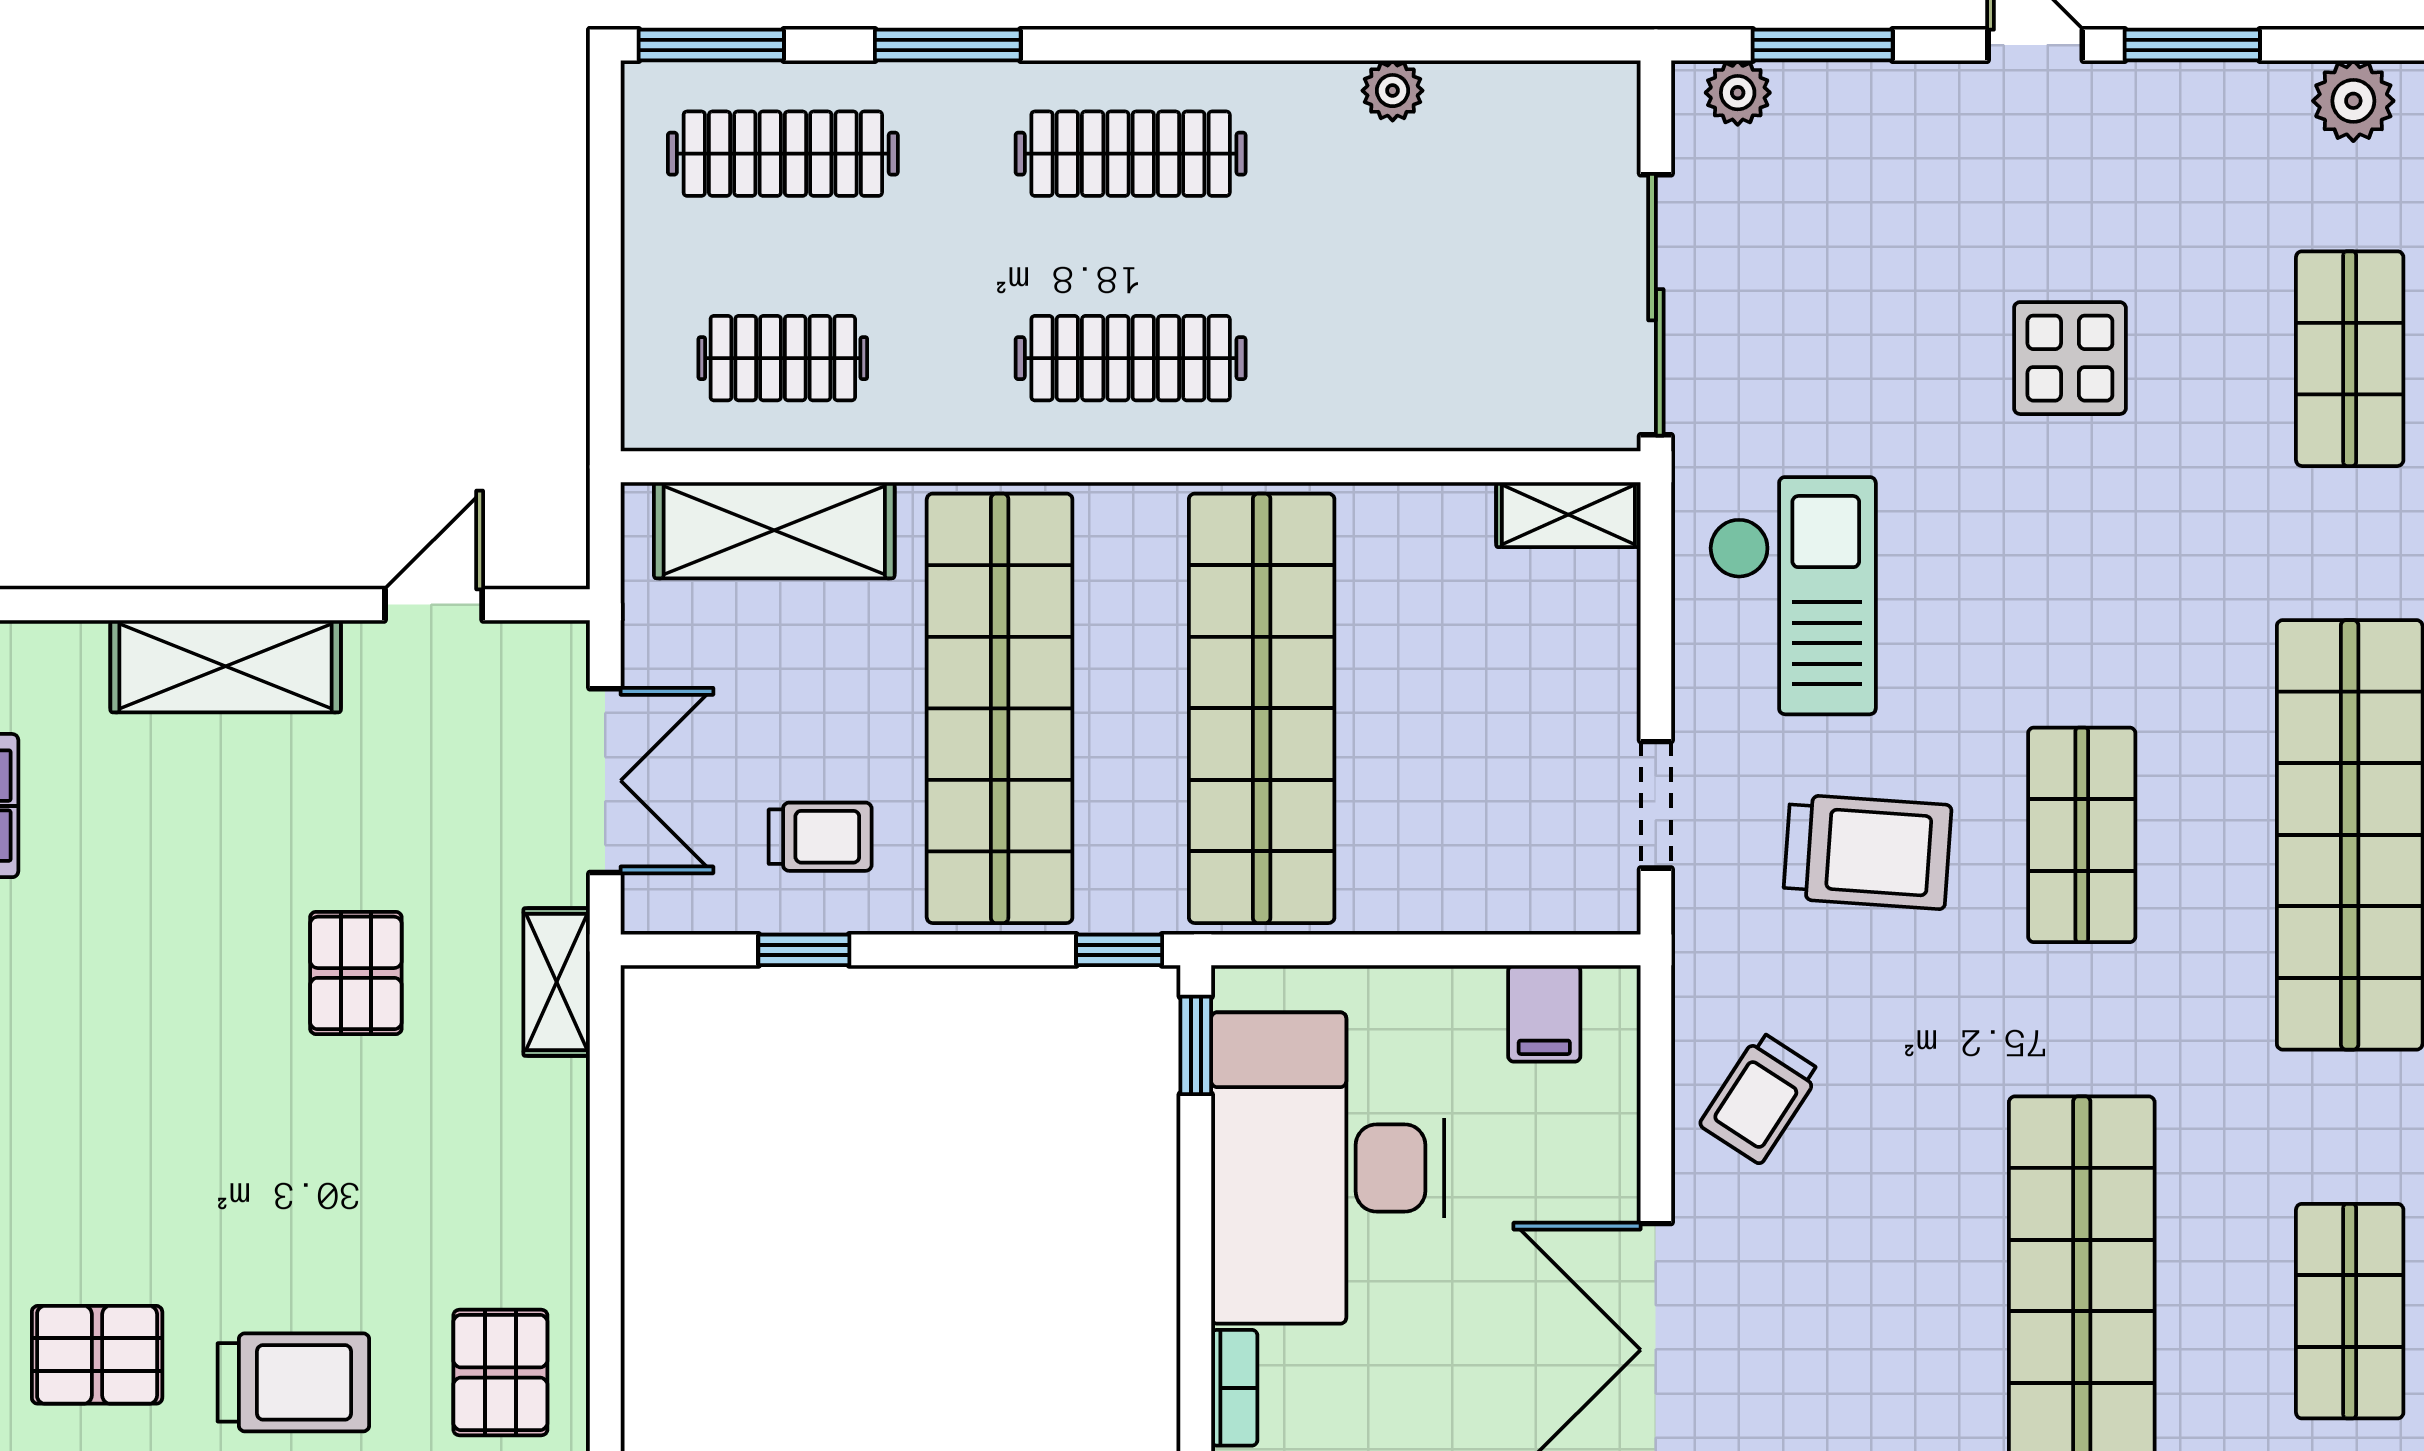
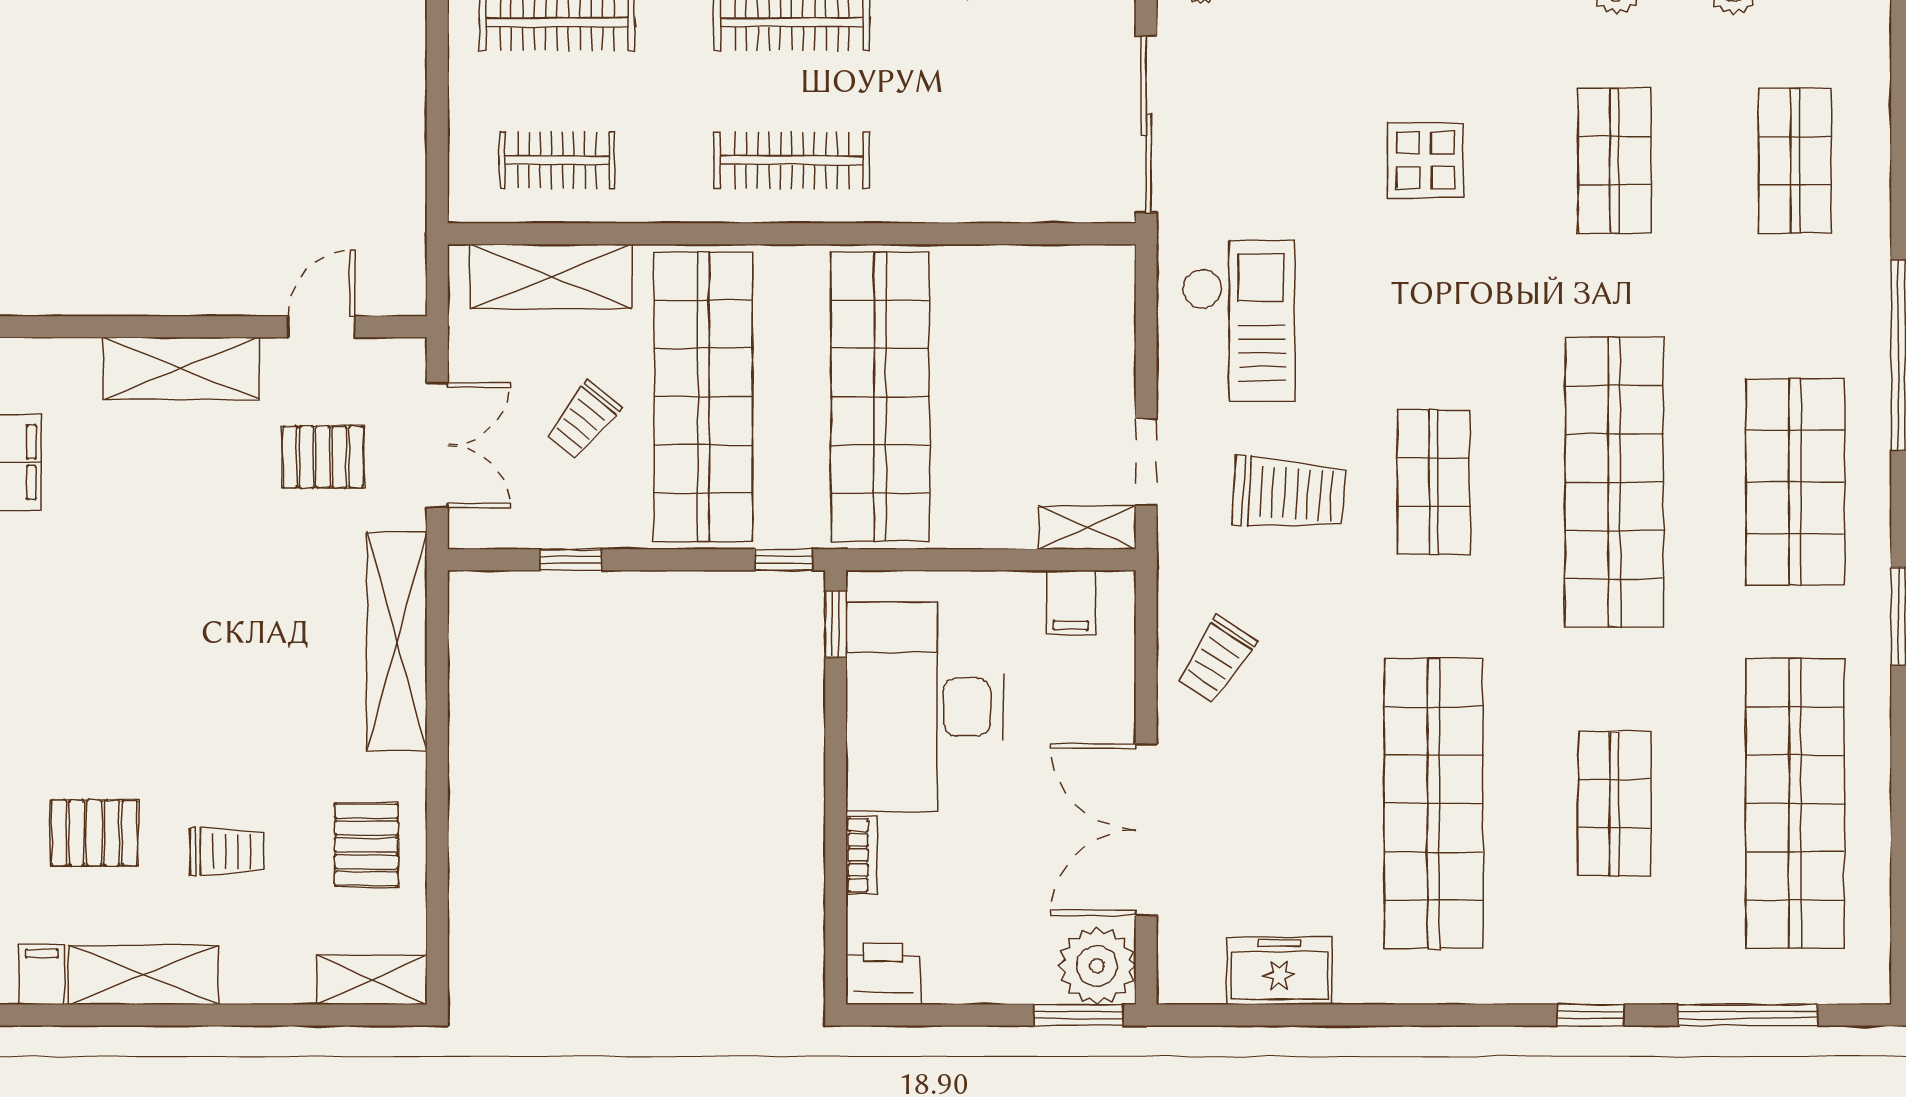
shelving: (1568, 515) -> (1087, 527), moved
trolley: (820, 837) -> (583, 420), moved, turned 129
pallet: (356, 973) -> (323, 457), moved, turned 90
shelving: (557, 982) -> (397, 641), width x2.20, depth x1.33
trolley: (293, 1382) -> (227, 851), width x0.73, depth x0.72

